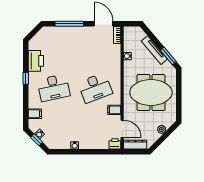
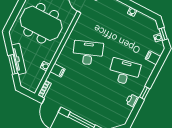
window: (168, 56) -> (13, 64), moved
printer: (36, 61) -> (132, 100), width x0.53, depth x0.68
filing cabinet: (114, 110) -> (58, 70), moved

